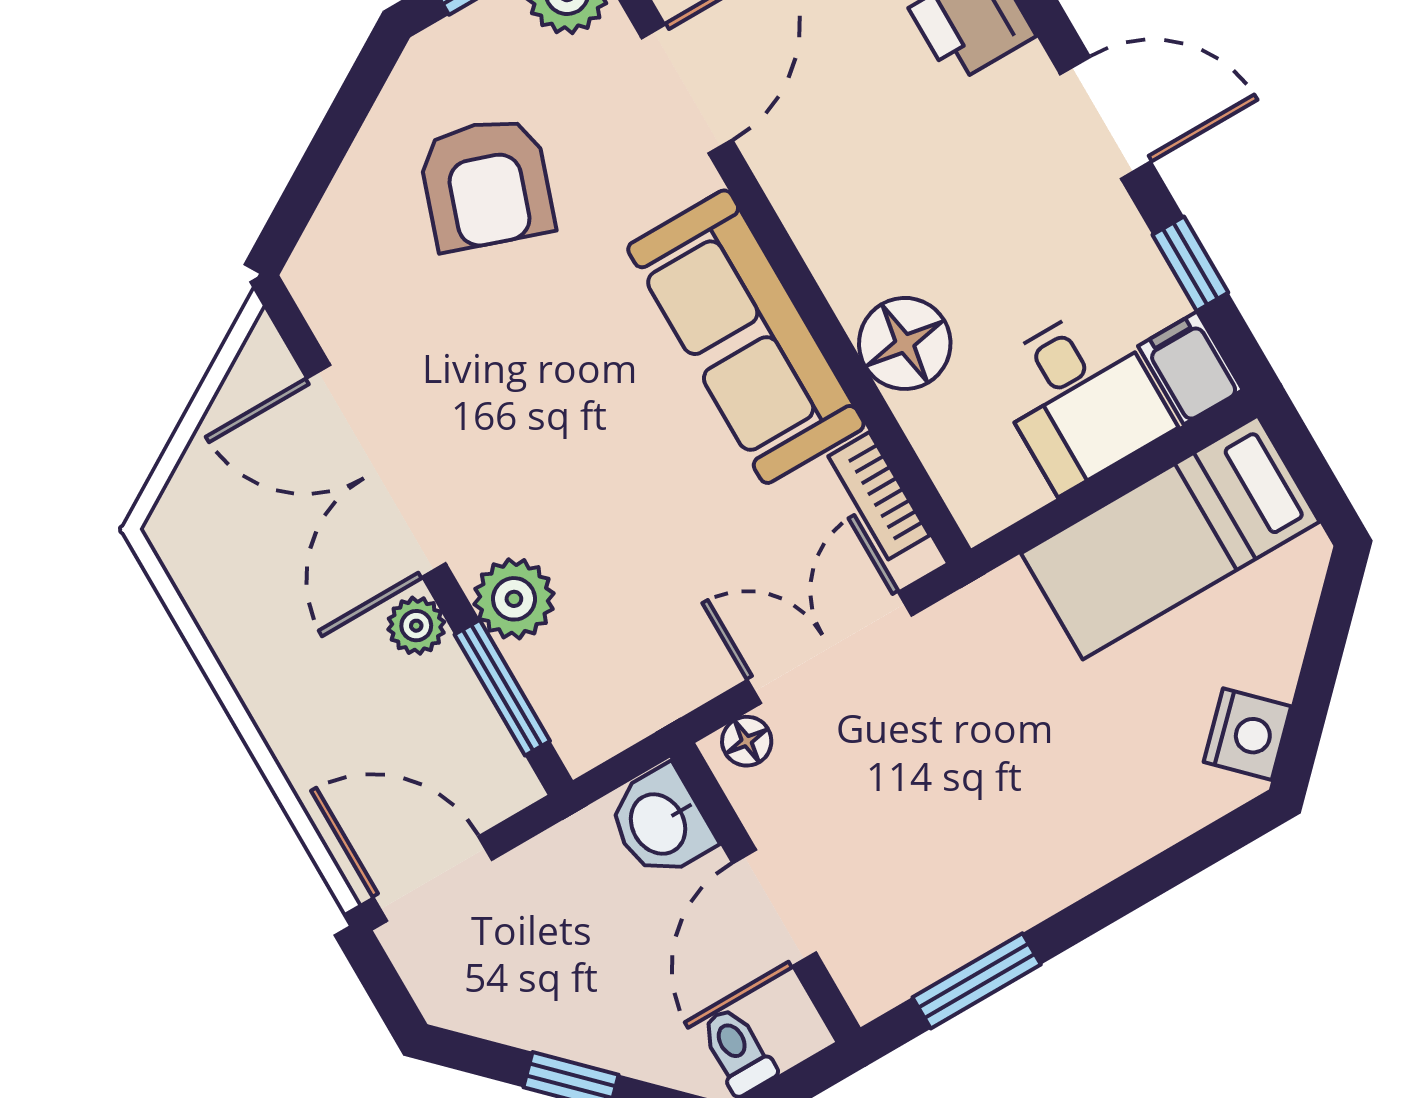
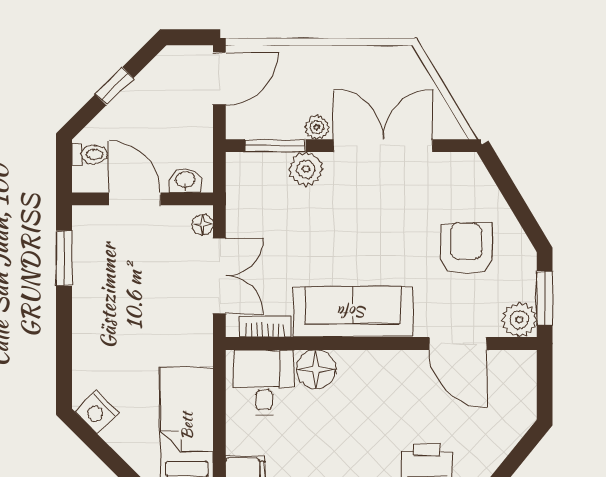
armchair: (486, 184) -> (466, 249), turned 71
desk: (1081, 398) -> (264, 382), moved, turned 90
washbasin: (660, 823) -> (185, 180), width x0.72, depth x0.69

